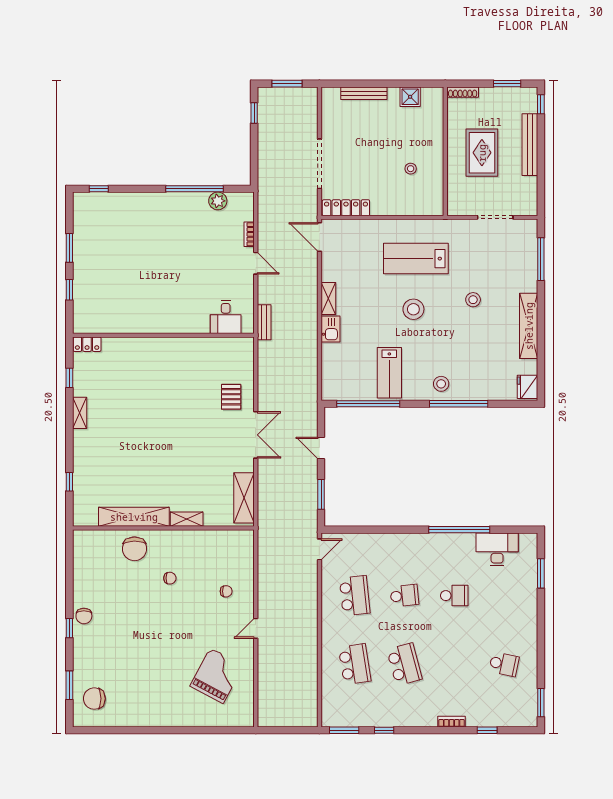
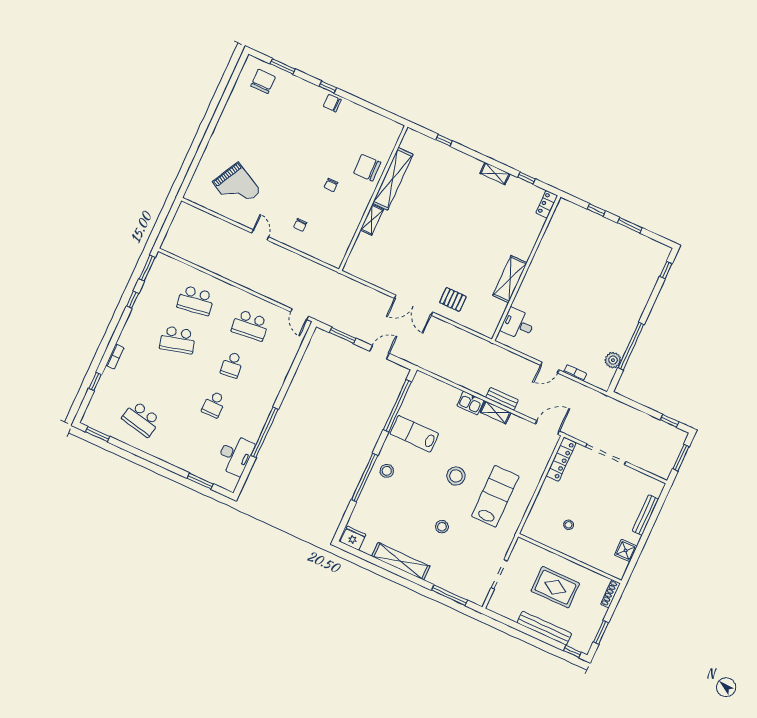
bench: (264, 322) -> (502, 399), moved
shelving: (244, 498) -> (510, 279), moved, turned 90
school desk: (504, 664) -> (141, 419), width x1.85

